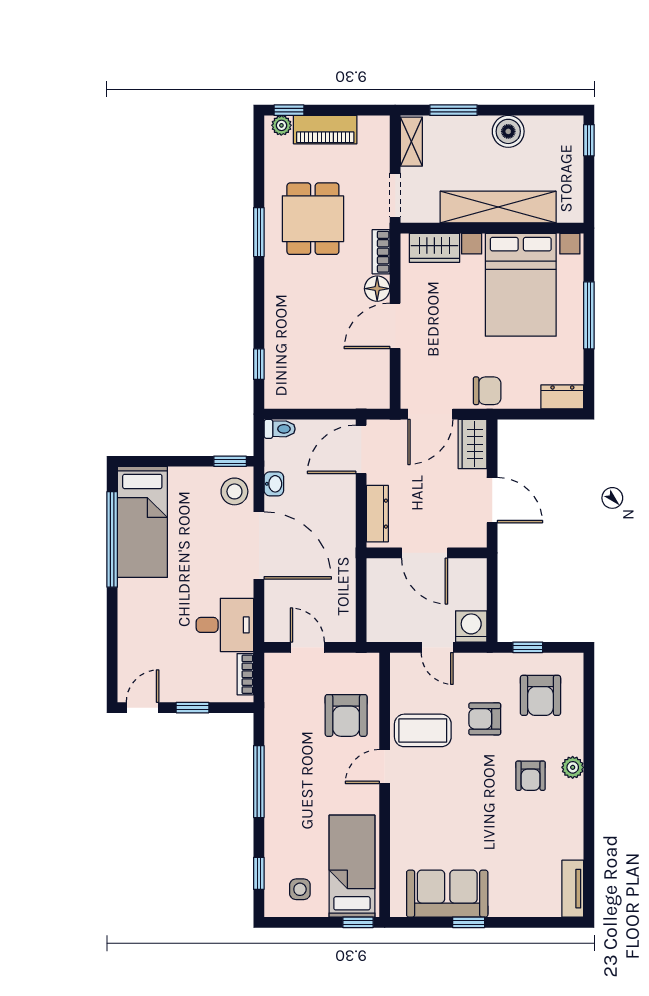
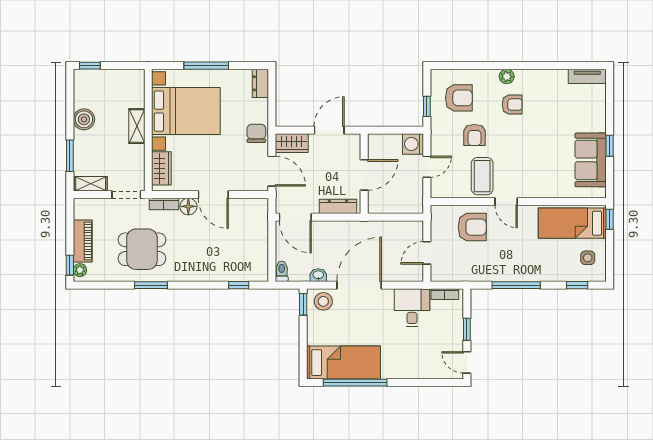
shelving: (498, 207) -> (137, 126), width x0.45, depth x0.75

